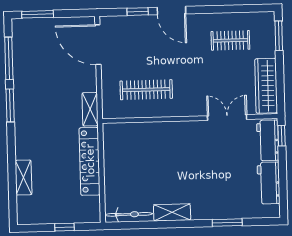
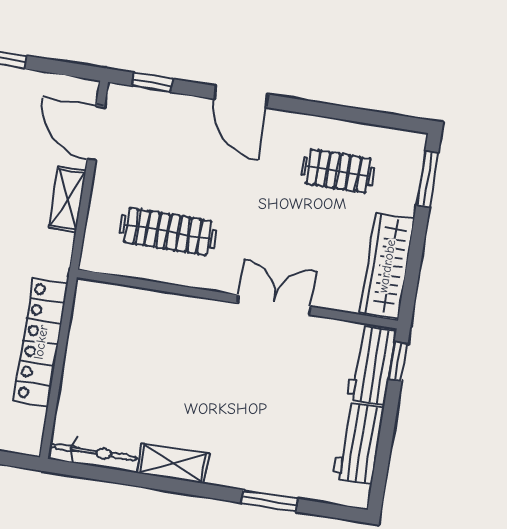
window: (138, 12) -> (152, 82), moved
door: (98, 45) -> (96, 133), width x0.73
shelving: (90, 109) -> (67, 199), moved
double door: (227, 118) -> (274, 305), moved

